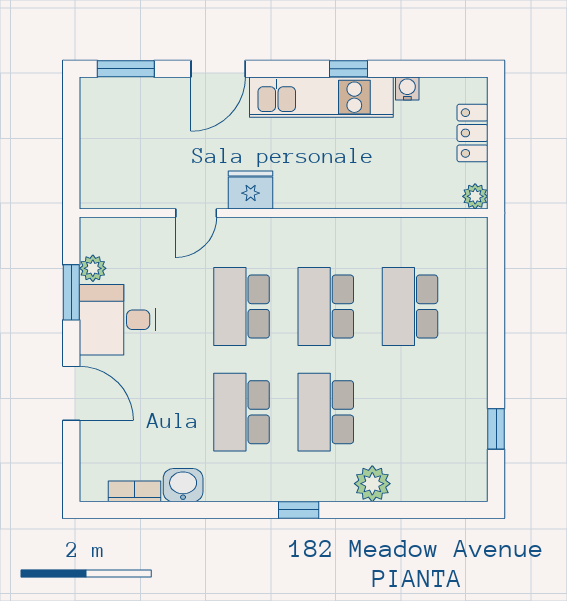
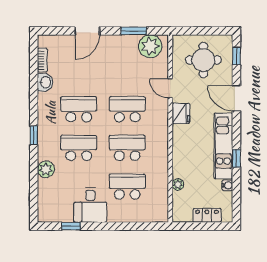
window: (126, 69) -> (236, 56), width x0.67
round table: (134, 141) -> (203, 60), added
plant: (475, 196) -> (178, 185), moved
plant: (93, 268) -> (150, 46), width x1.88, depth x1.88
desk: (118, 320) -> (90, 205), moved, turned 180

